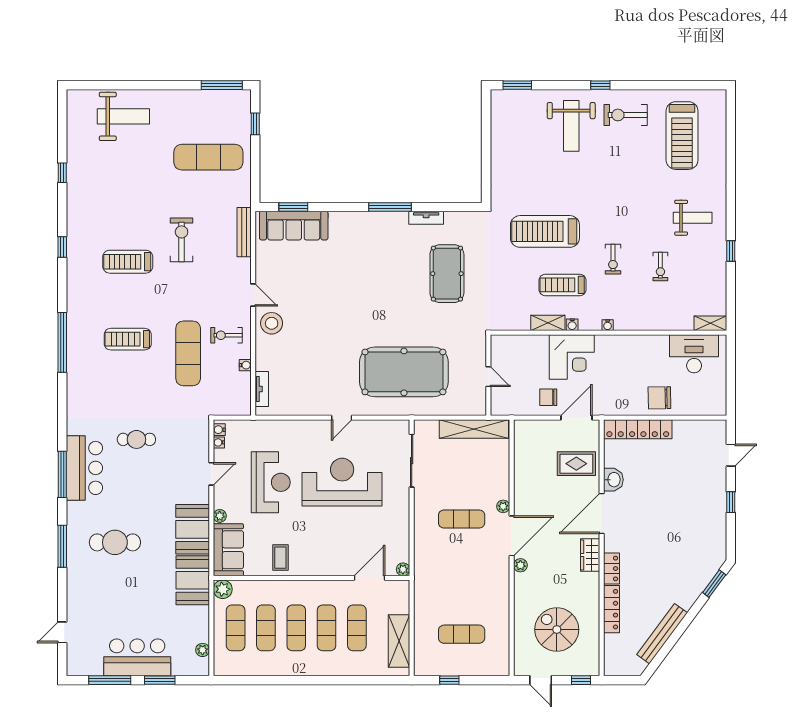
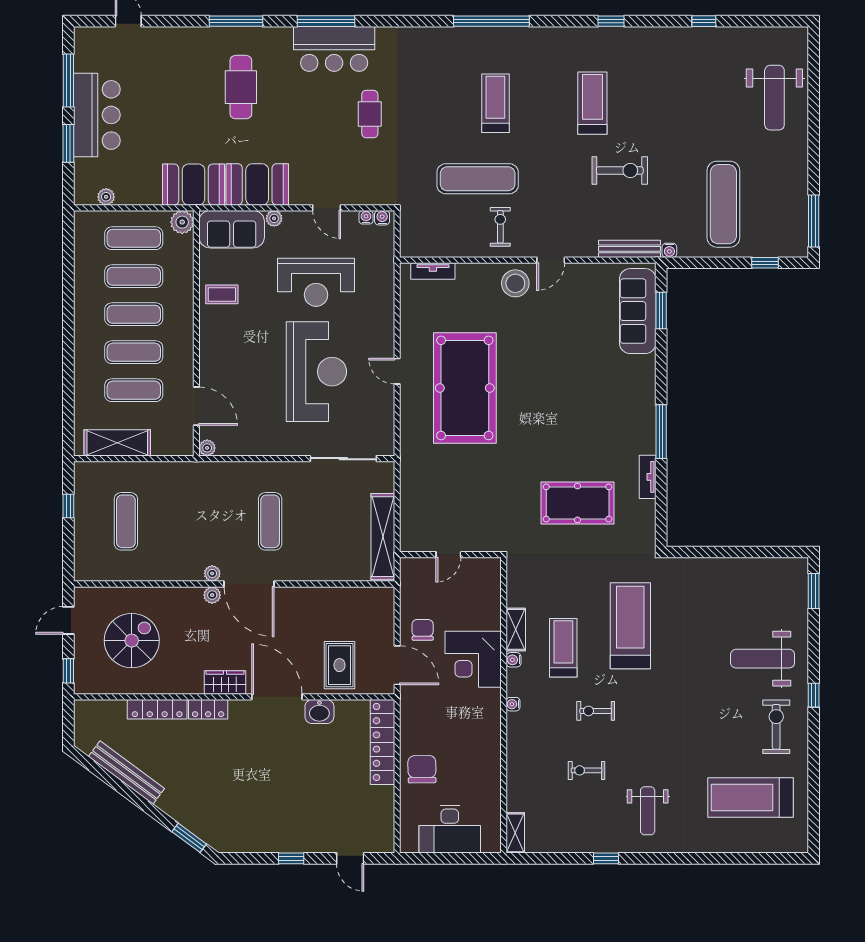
desk: (694, 354) -> (450, 829), moved, turned 90
water cooler: (245, 365) -> (669, 250), moved
pool table: (404, 372) -> (465, 388), moved
plant: (503, 506) -> (212, 573), moved

